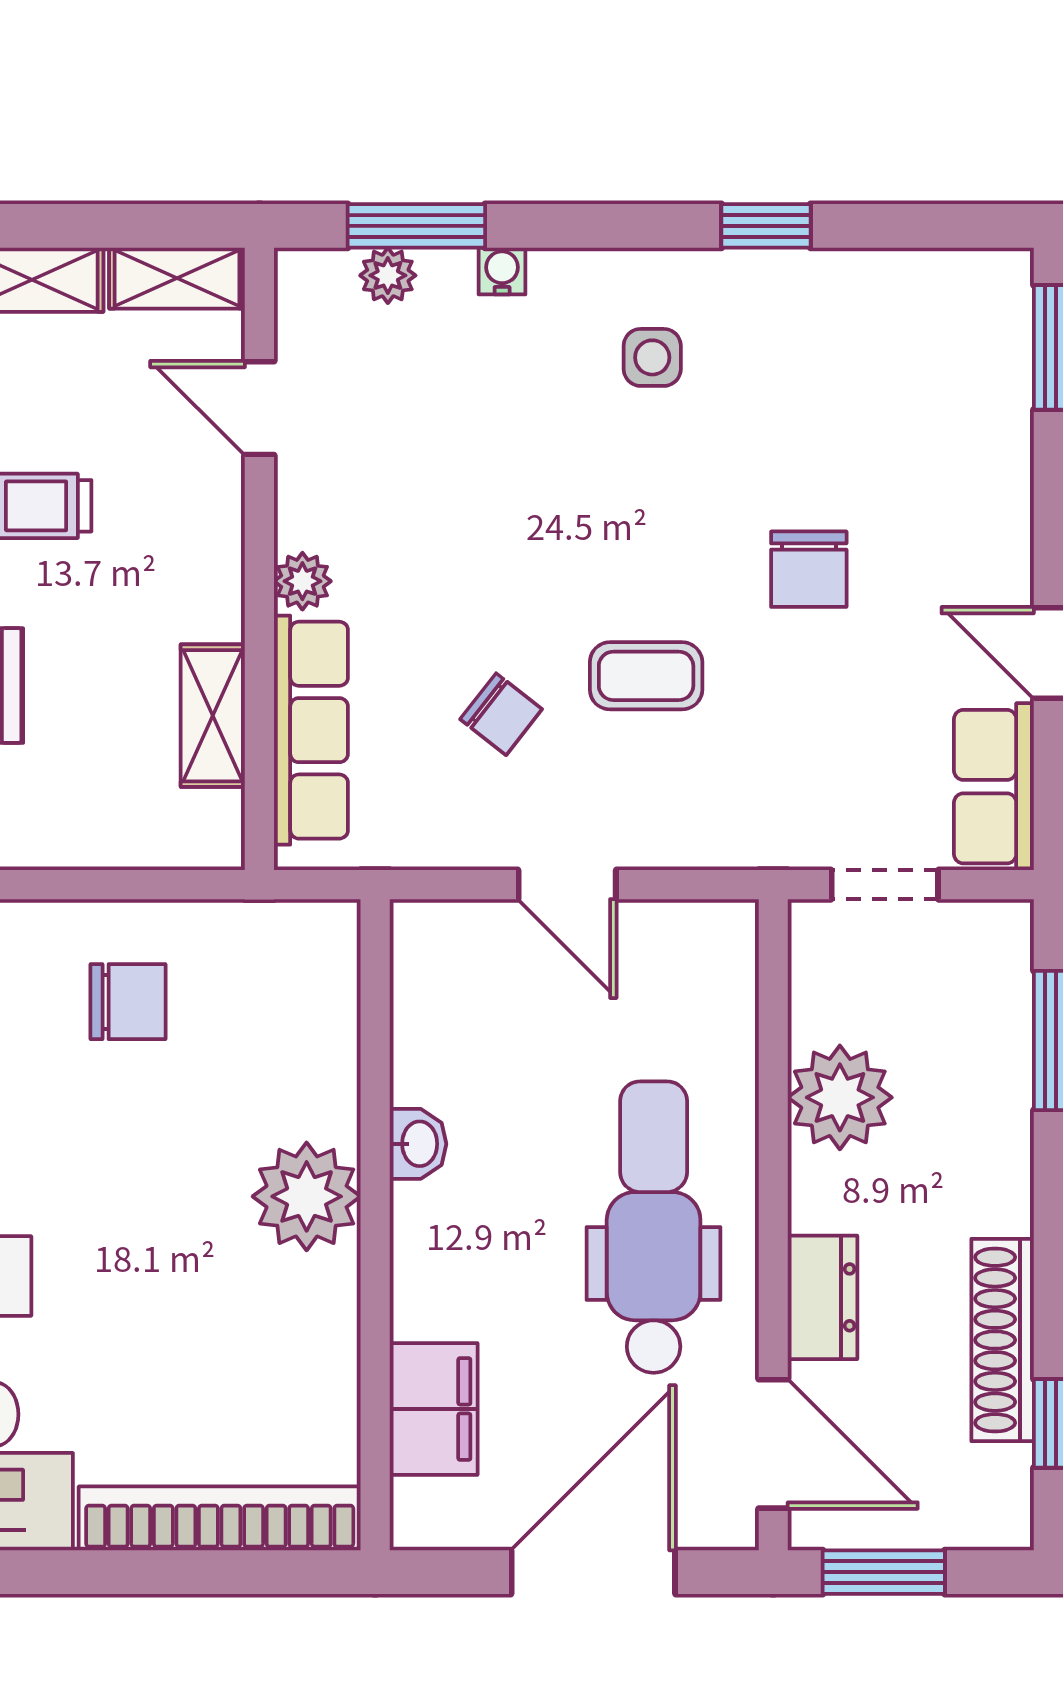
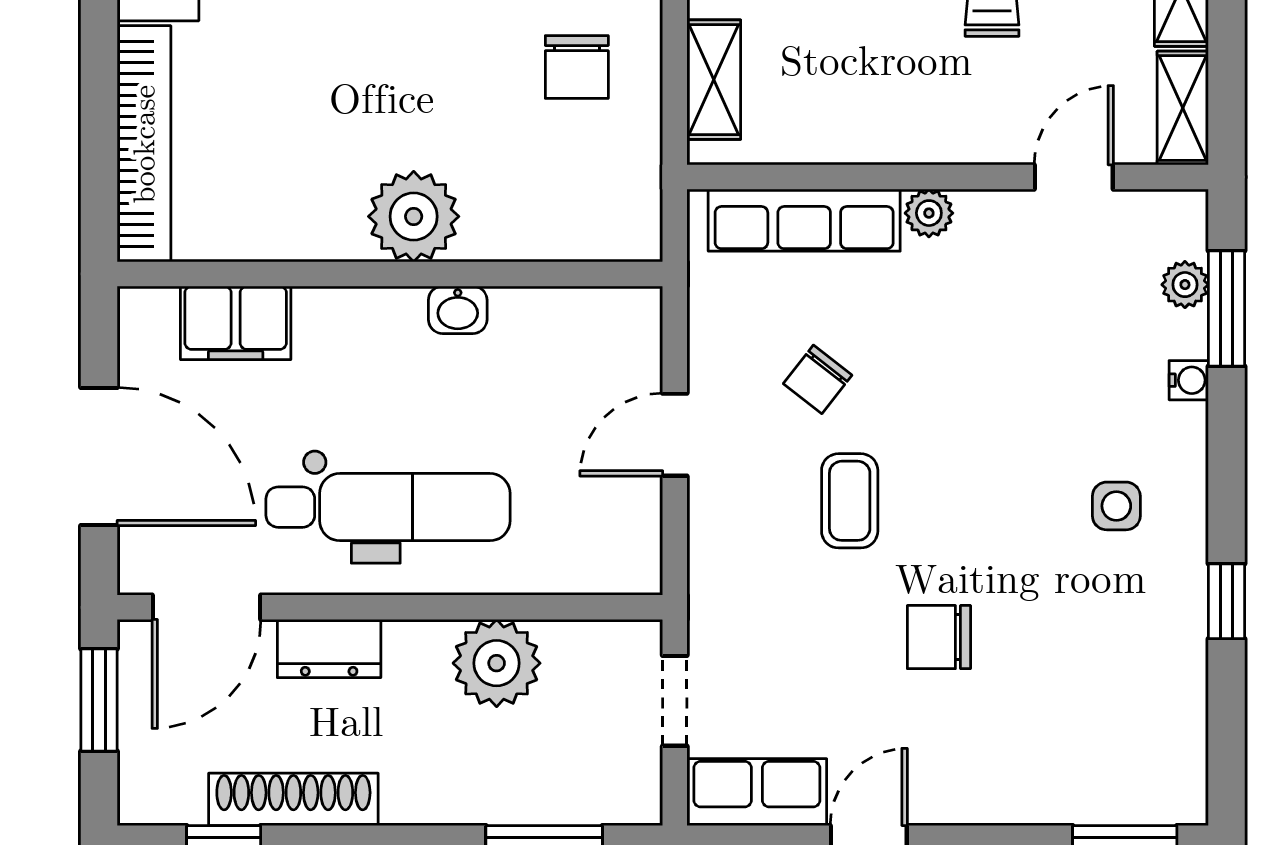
shelving: (213, 716) -> (714, 80), moved, turned 90

